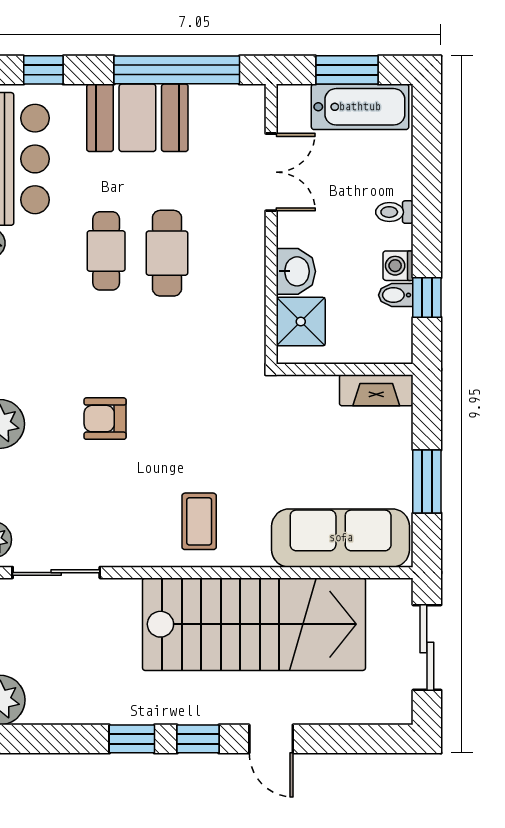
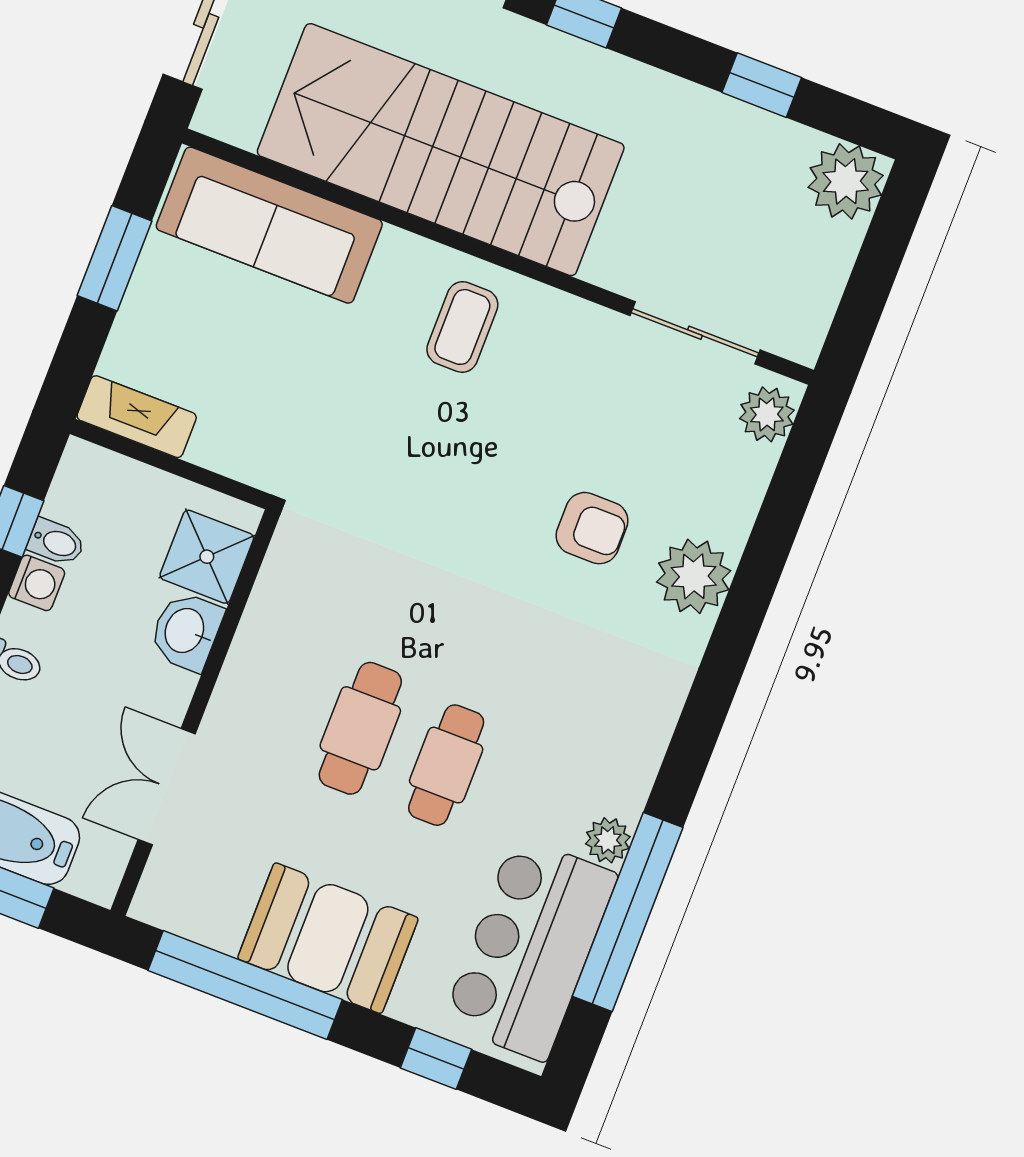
armchair: (105, 419) -> (592, 528), moved
window: (132, 739) -> (762, 85), moved

